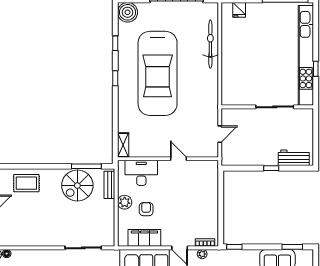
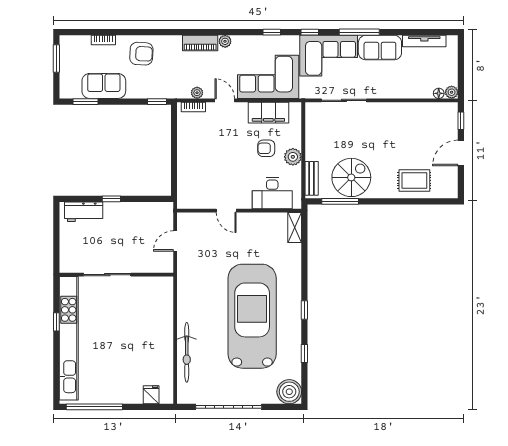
armchair: (146, 209) -> (266, 148), turned 90

